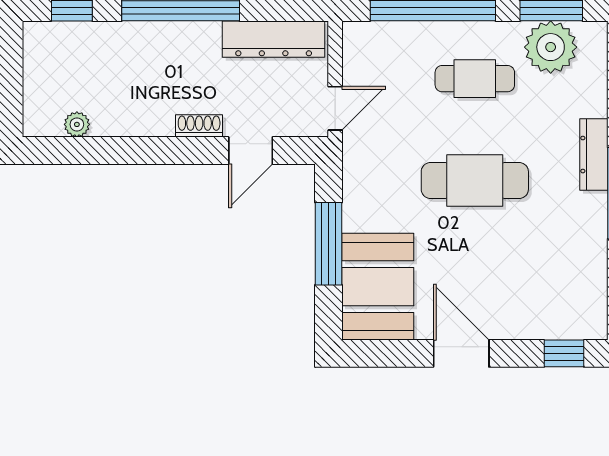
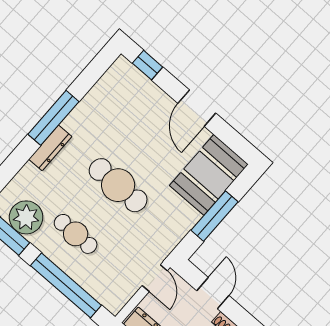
door: (335, 108) -> (155, 278), swing flipped
door: (251, 151) -> (213, 293), hinge flipped

